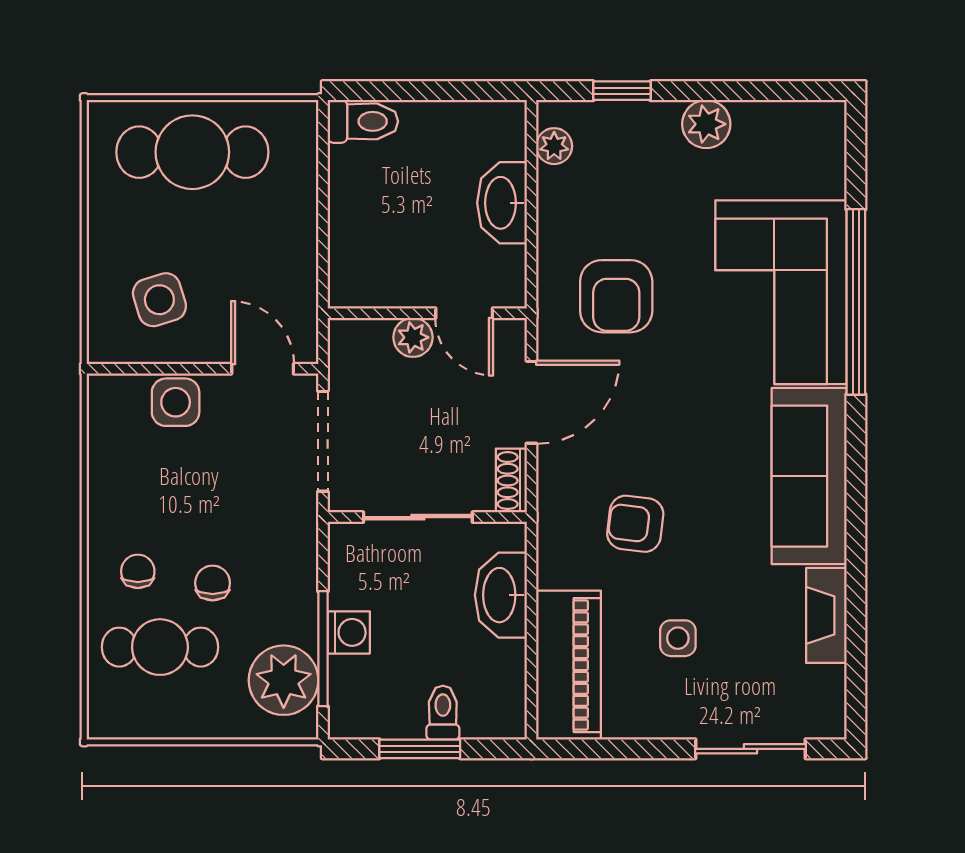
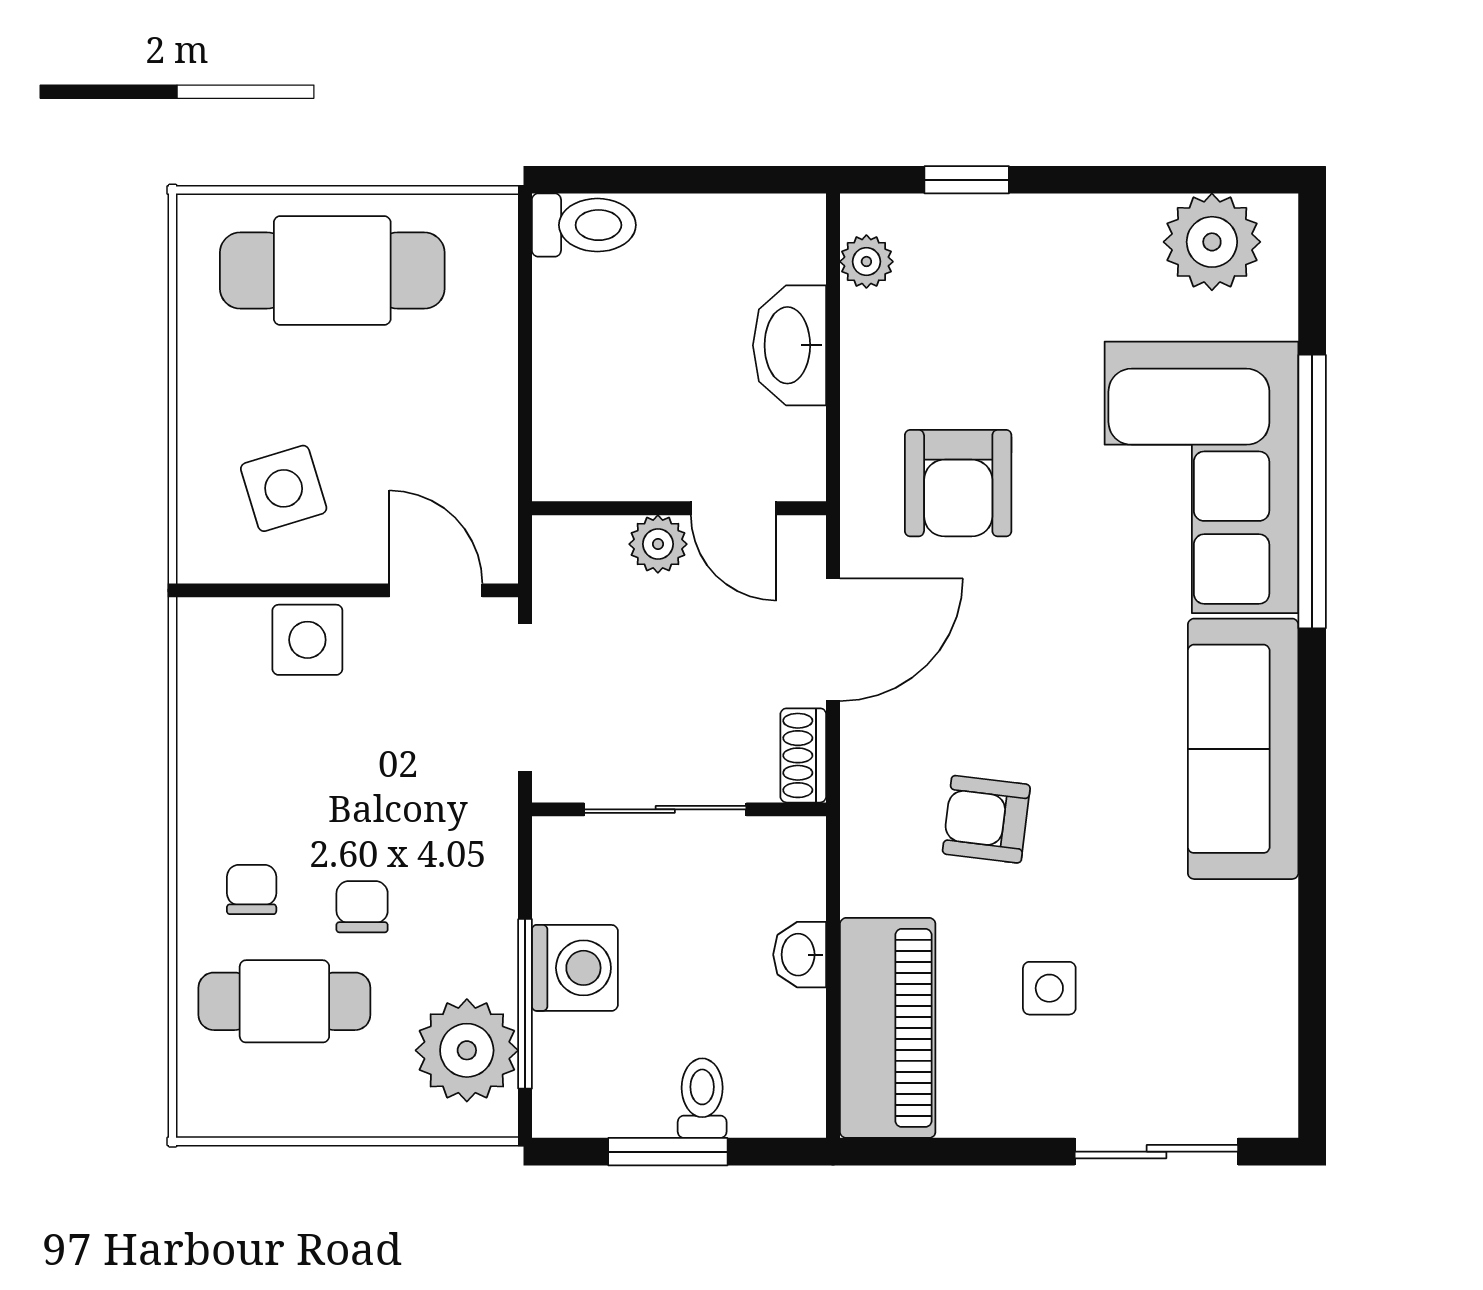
plant: (706, 124) -> (1212, 242), moved, width x1.36, depth x1.36
washbasin: (501, 595) -> (800, 955), width x0.52, depth x0.69
fireplace: (826, 615) -> (1268, 955), removed
washing machine: (349, 632) -> (575, 968), width x1.38, depth x1.38

